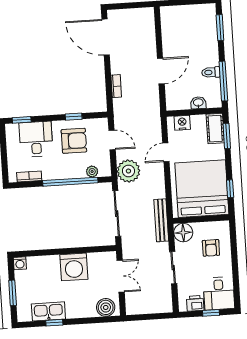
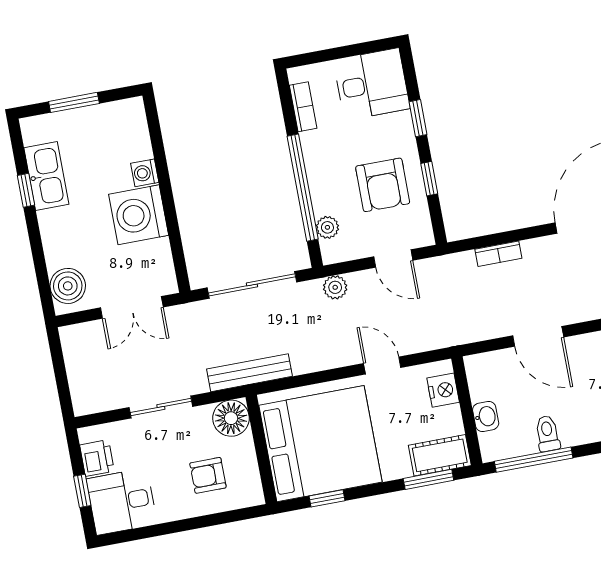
window: (22, 120) -> (418, 118), moved
desk: (36, 139) -> (372, 84), moved
door: (112, 140) -> (393, 258), hinge flipped
plant: (128, 171) -> (335, 287), width x0.53, depth x0.53
washing machine: (20, 263) -> (145, 173), moved

